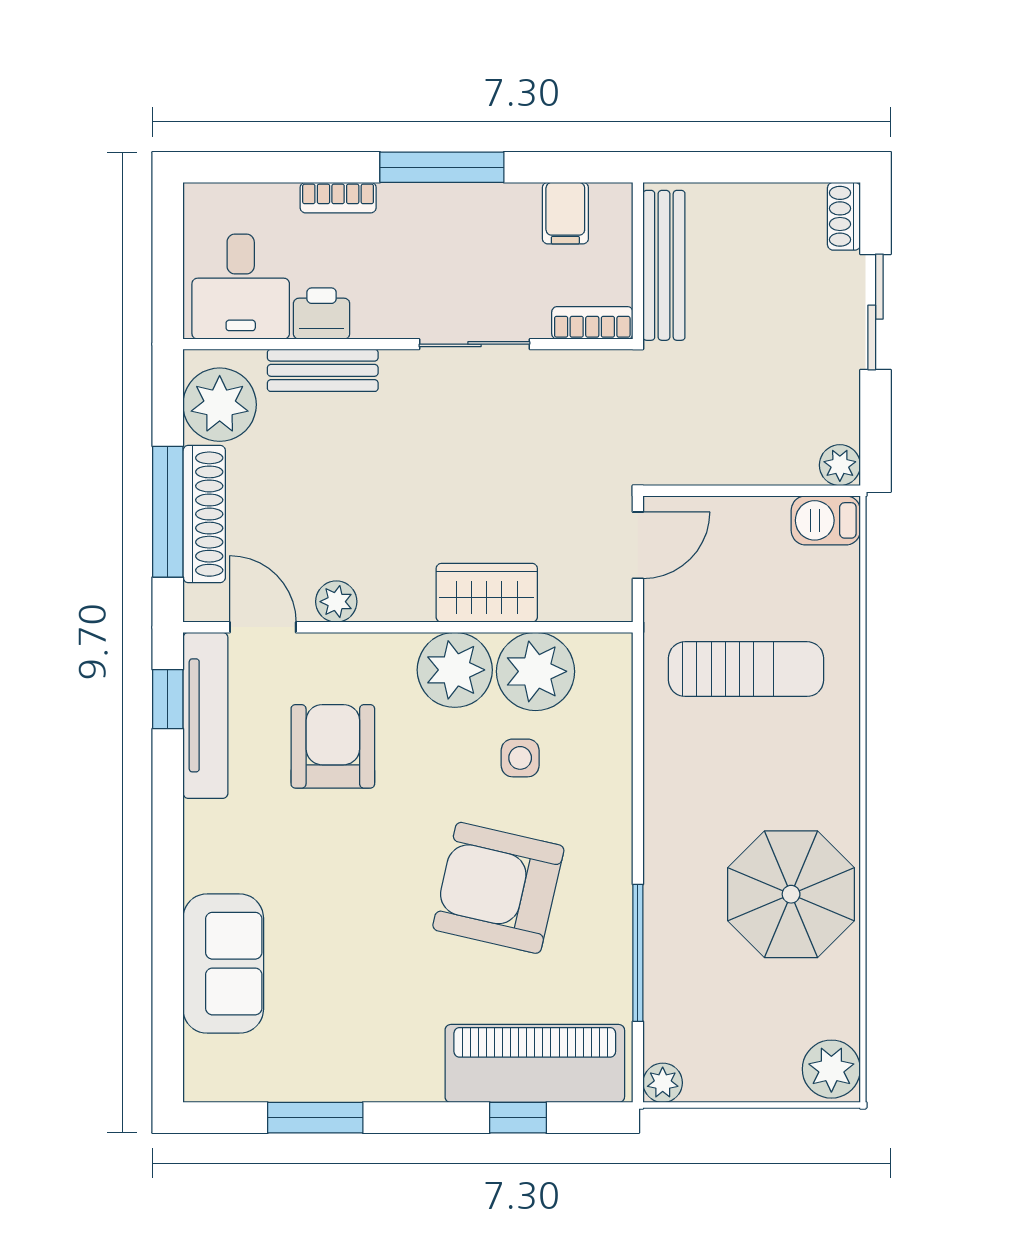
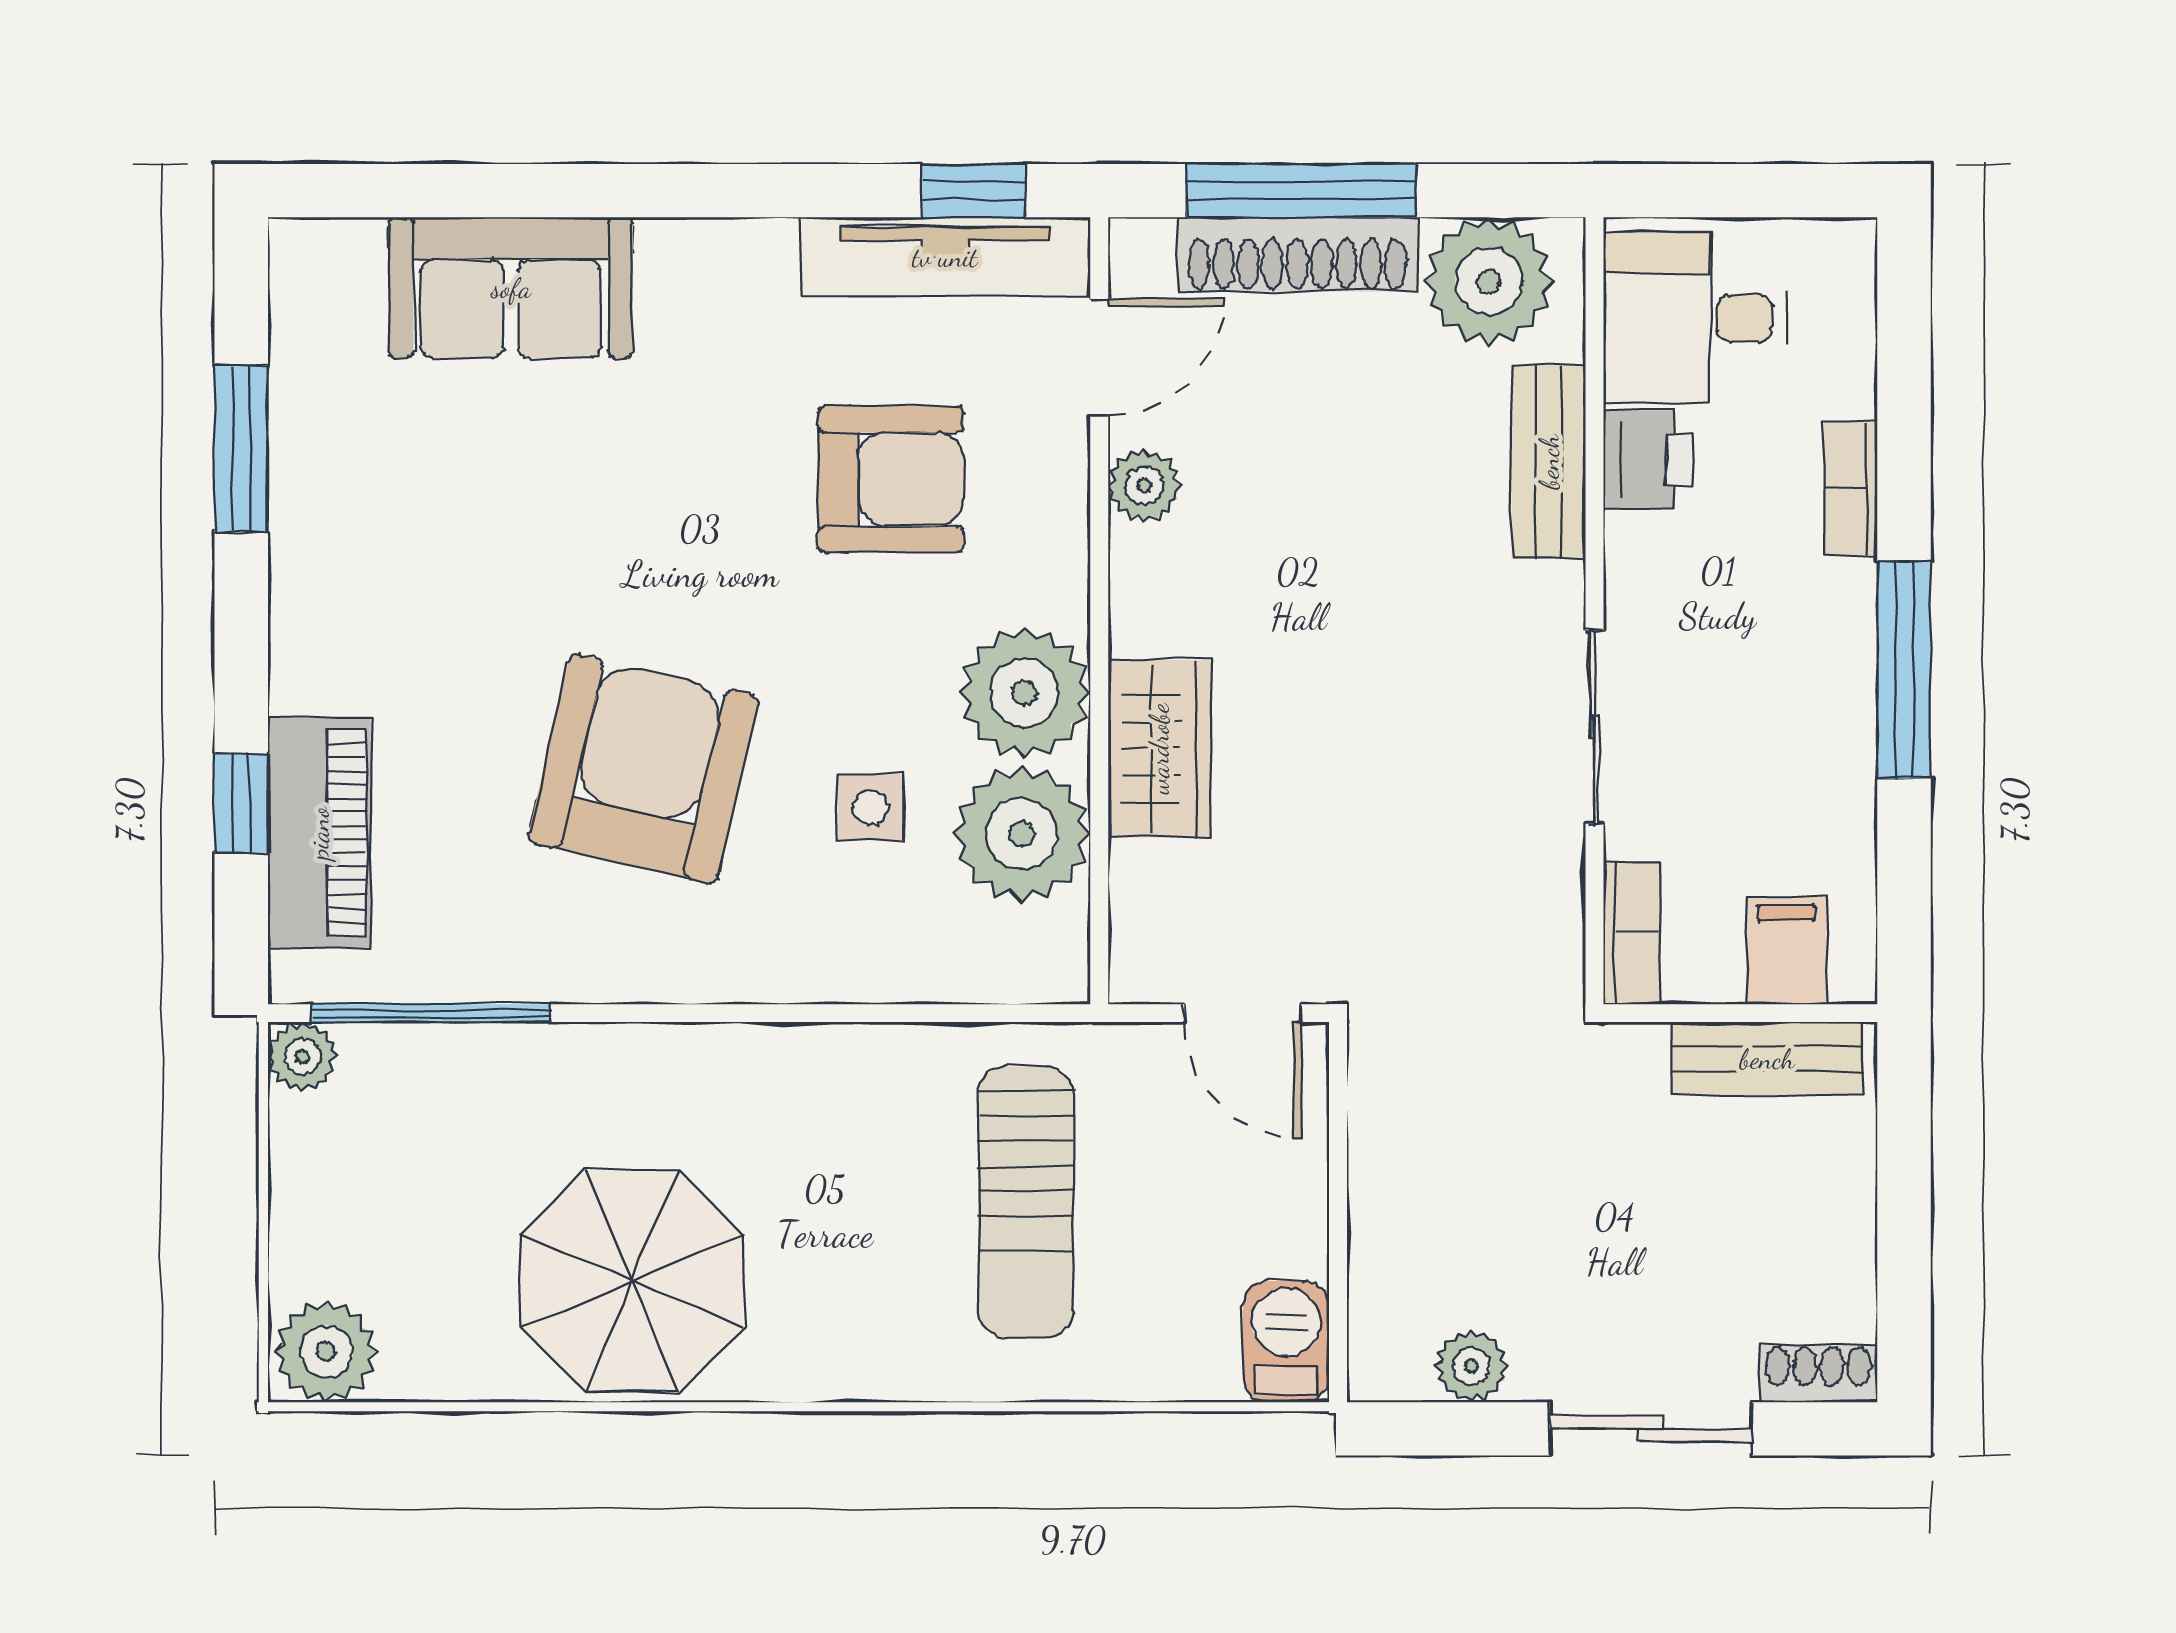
filing cabinet: (565, 213) -> (1786, 951), moved, turned 90
bench: (664, 265) -> (1767, 1059), width x0.73
plant: (840, 465) -> (1471, 1366), moved
window: (638, 953) -> (431, 1013), moved
piano: (535, 1063) -> (319, 833), width x0.73, depth x0.75

